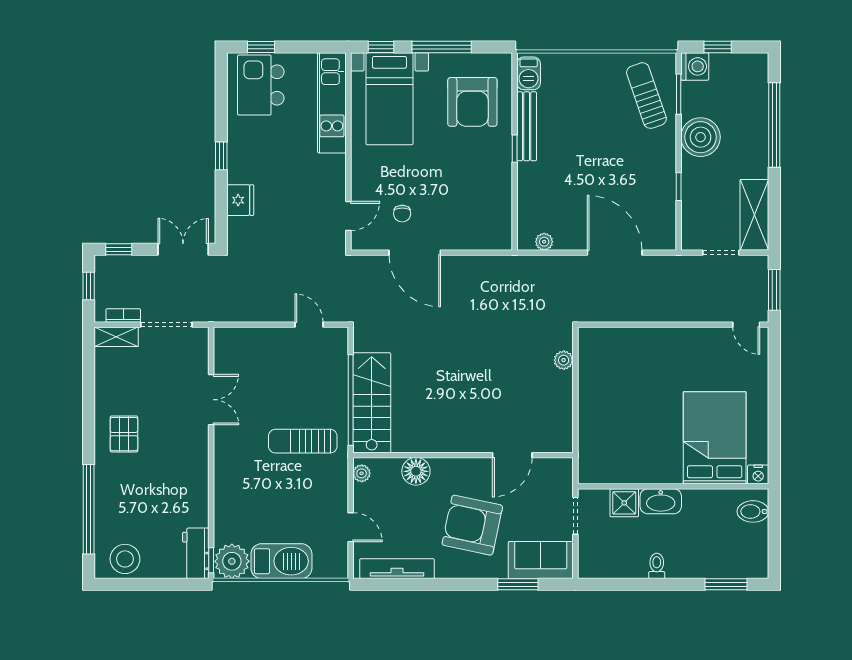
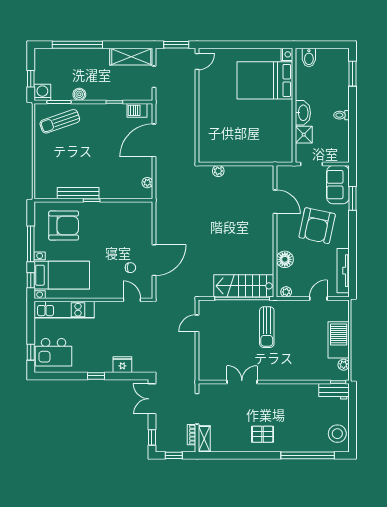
barbecue: (529, 73) -> (137, 110), moved, turned 180
boiler: (701, 137) -> (79, 94), width x0.54, depth x0.54
plant: (232, 561) -> (344, 365), width x0.53, depth x0.53

